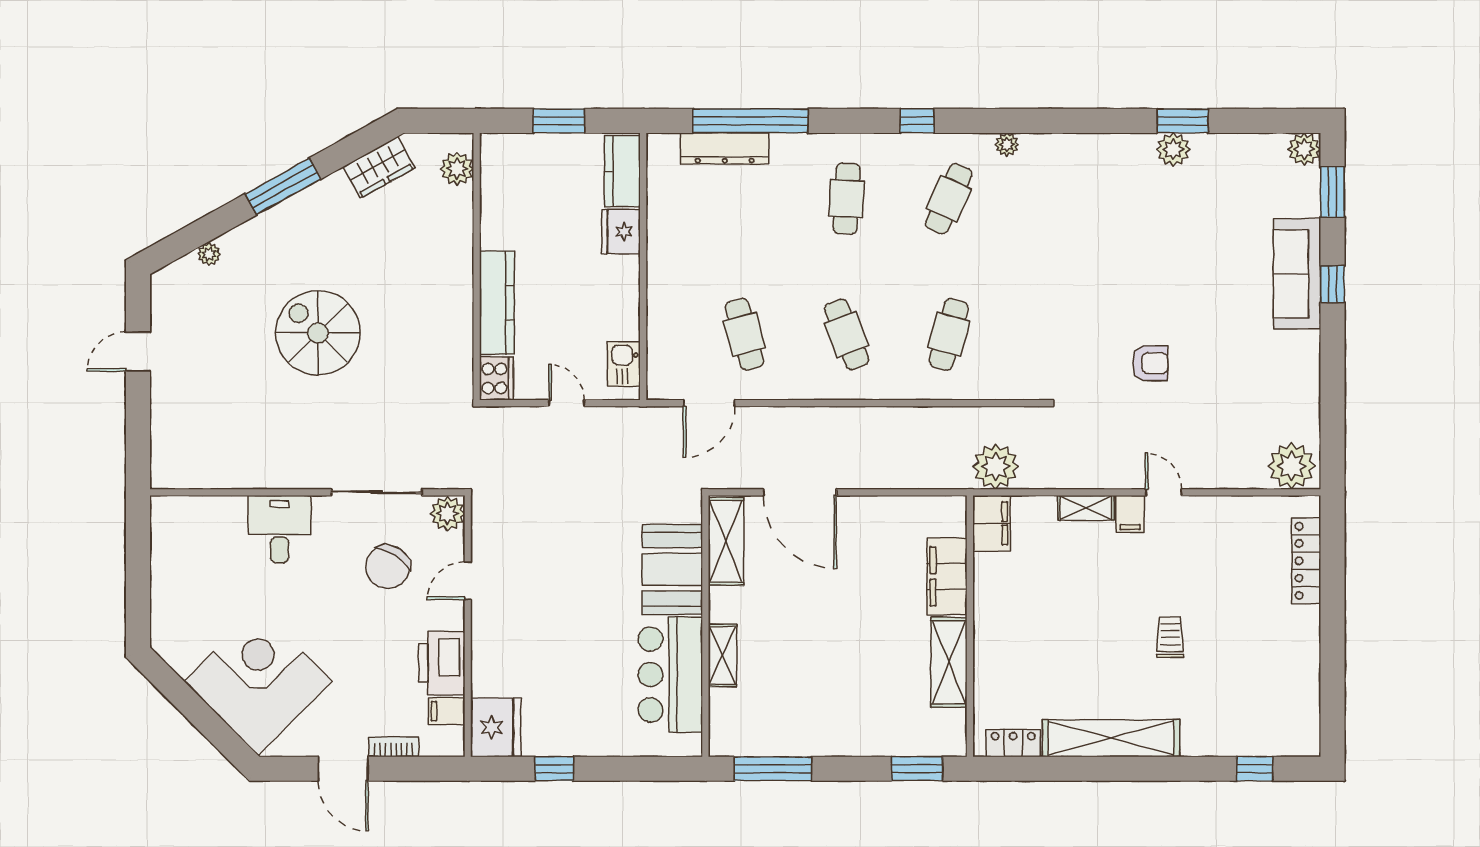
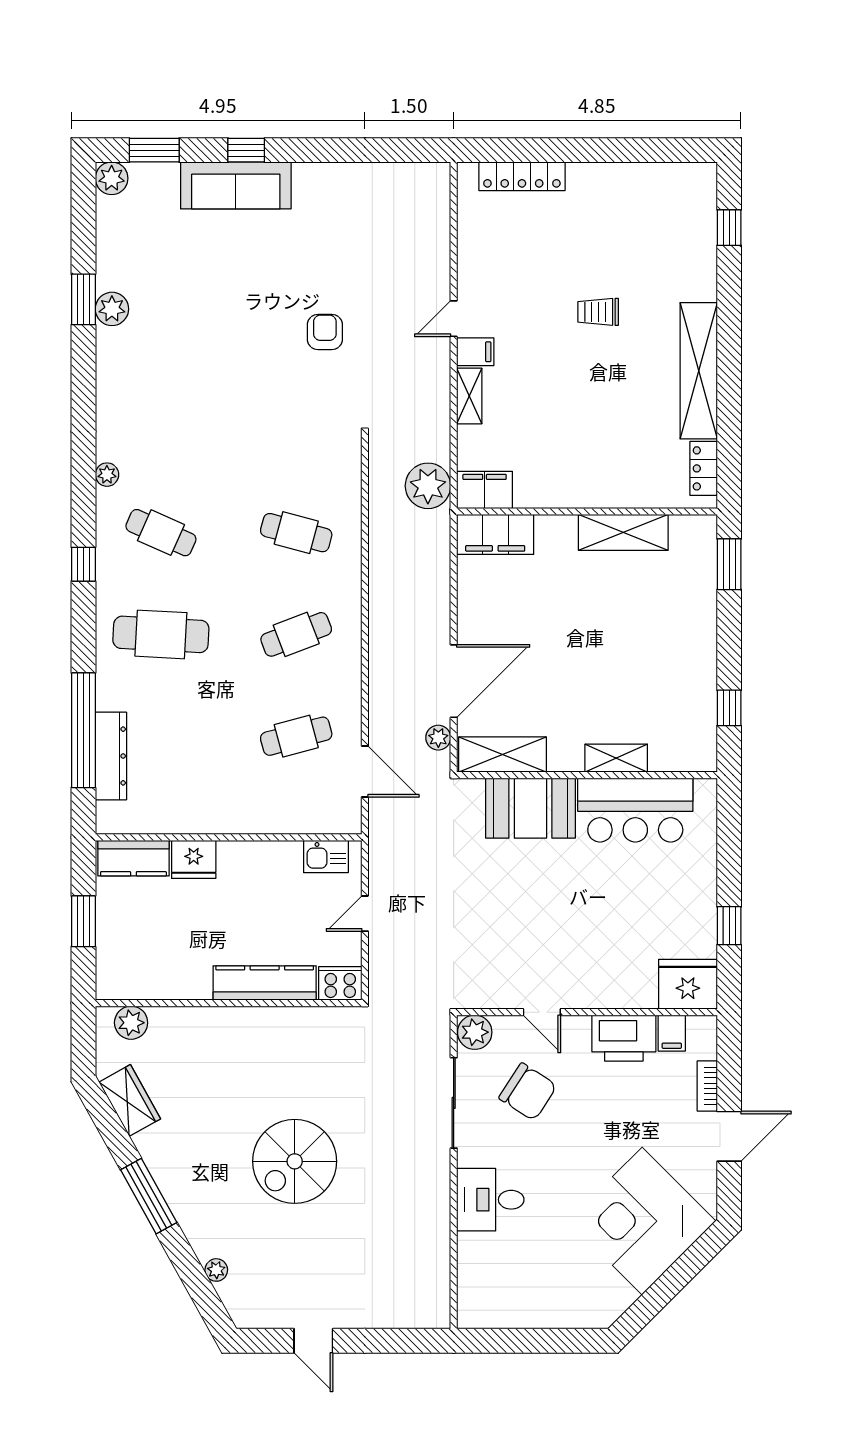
cafe table: (847, 199) -> (161, 634), width x1.37, depth x1.35
plant: (1292, 466) -> (438, 738), moved, width x0.53, depth x0.53
filing cabinet: (947, 576) -> (495, 534), moved
window: (773, 769) -> (729, 708), width x0.46

